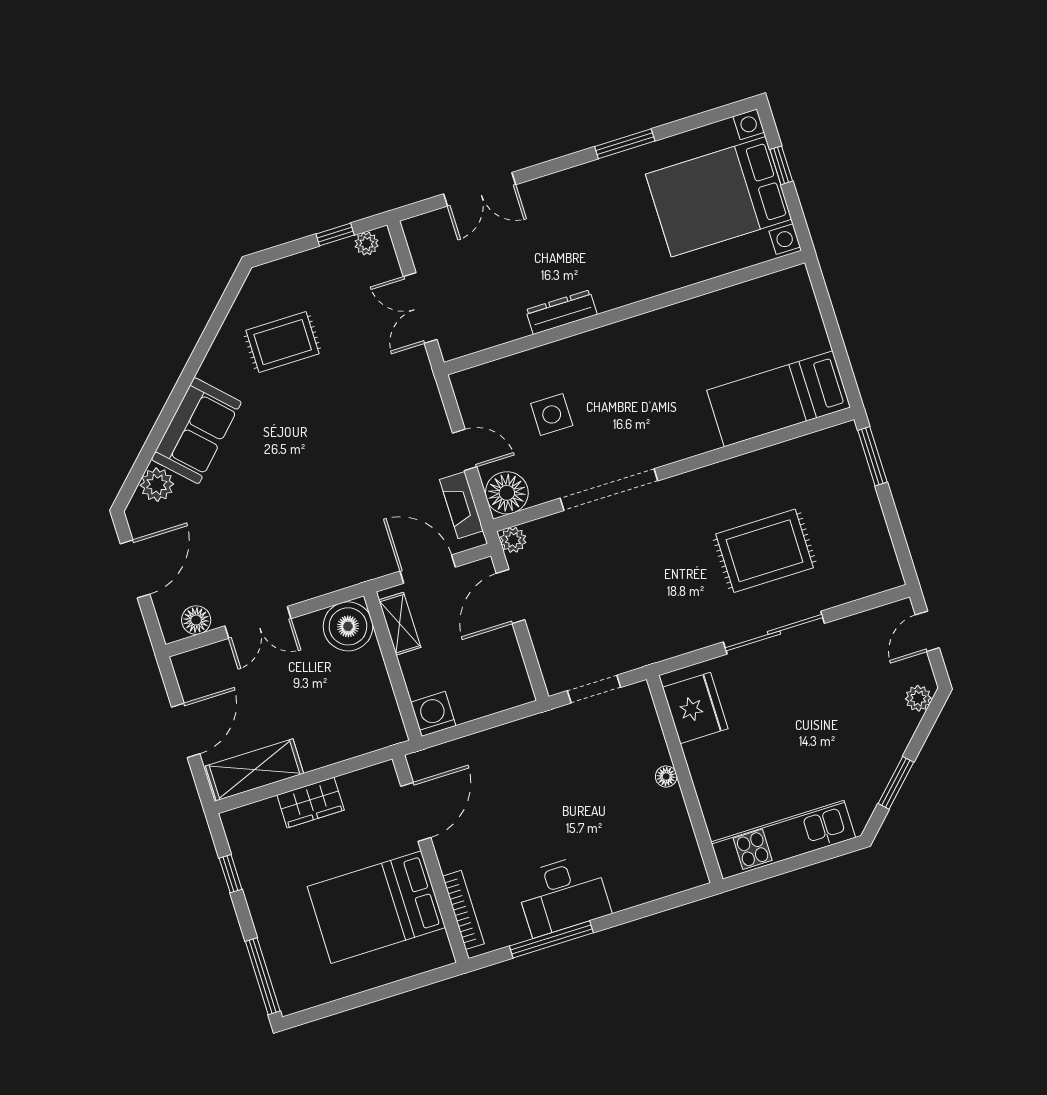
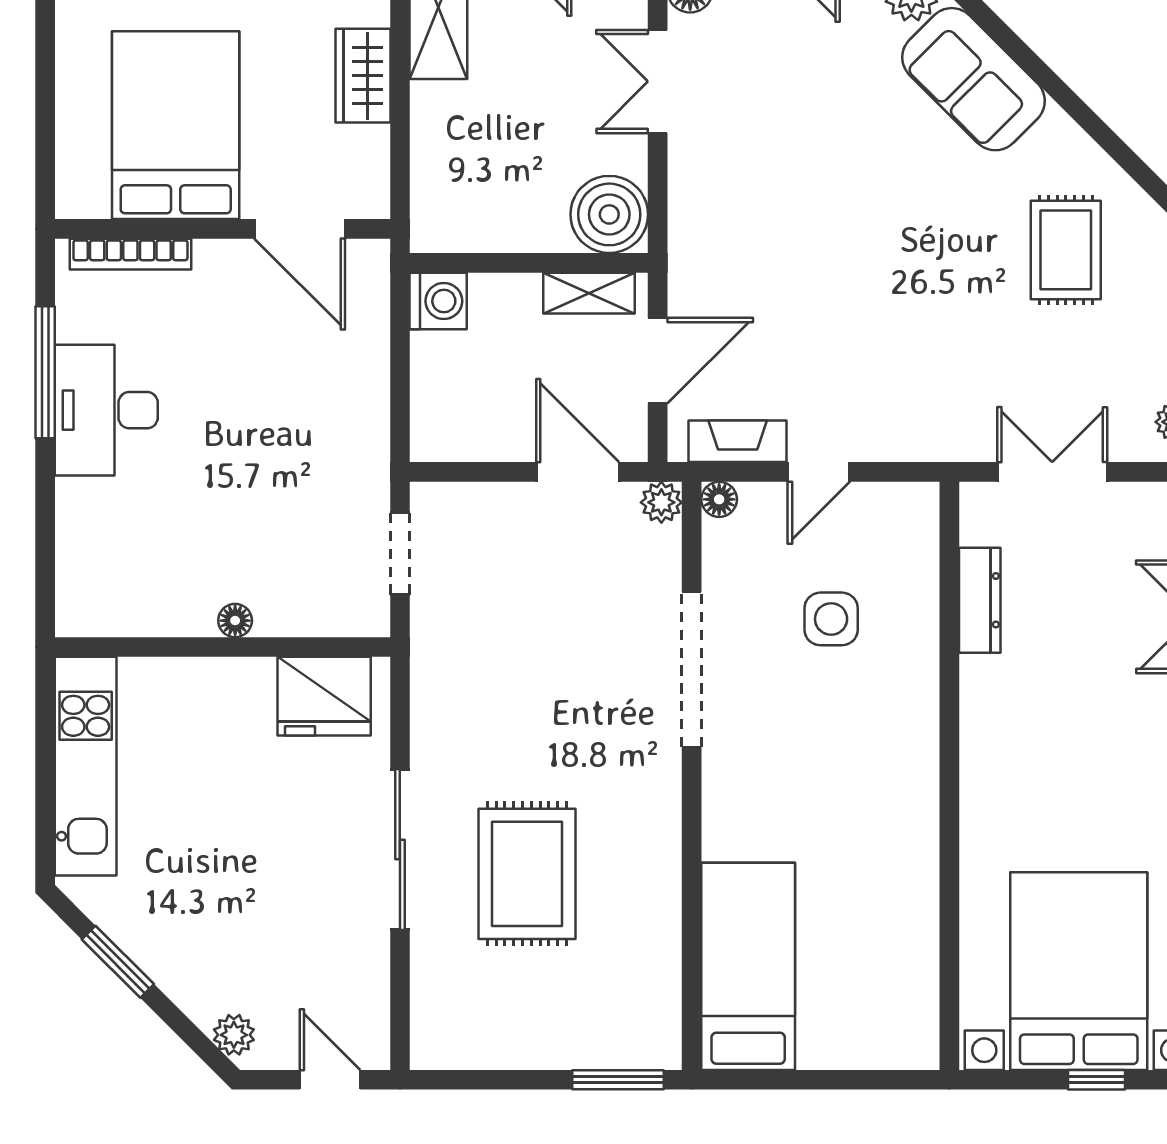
dresser: (561, 312) -> (980, 600), moved
floor lamp: (507, 493) -> (719, 499), width x0.53, depth x0.53

